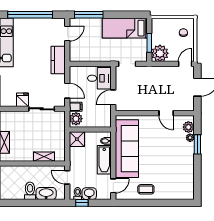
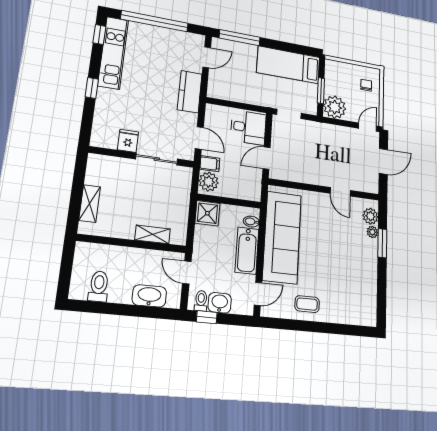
toilet: (30, 191) -> (99, 286), moved

